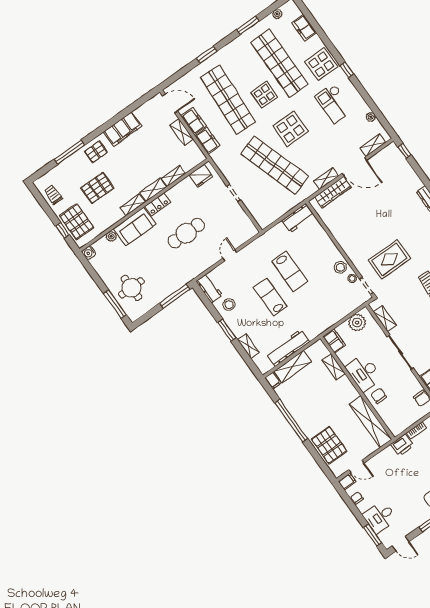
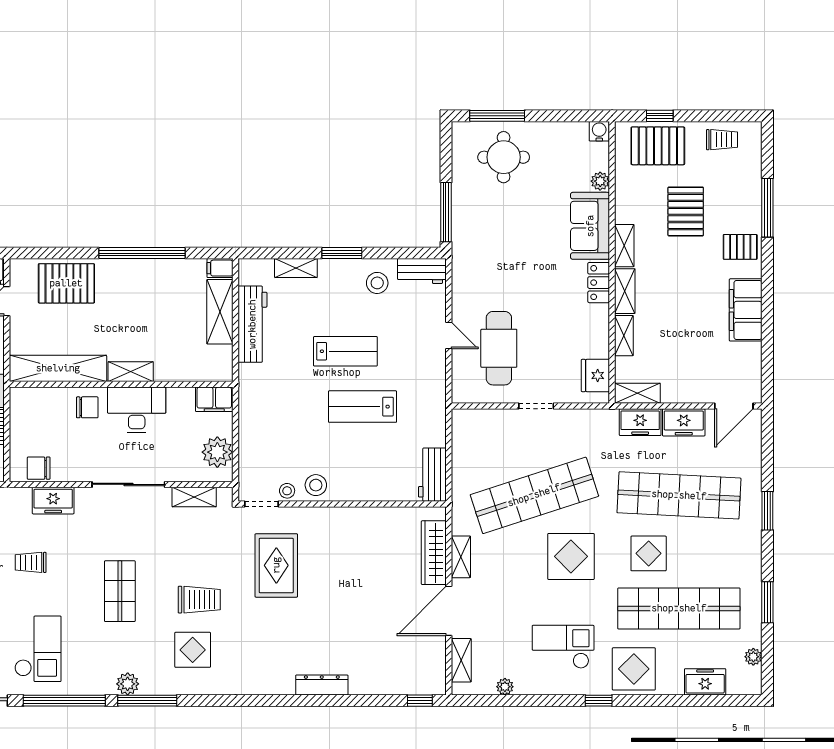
shelving: (182, 132) -> (637, 393), moved
pallet: (96, 152) -> (740, 247), turned 90
cafe table: (186, 233) -> (499, 348), moved
shelving: (334, 367) -> (131, 372), moved

